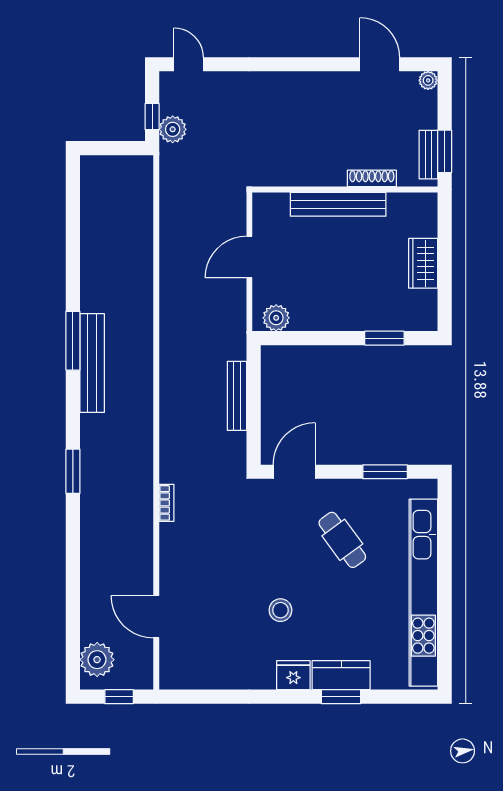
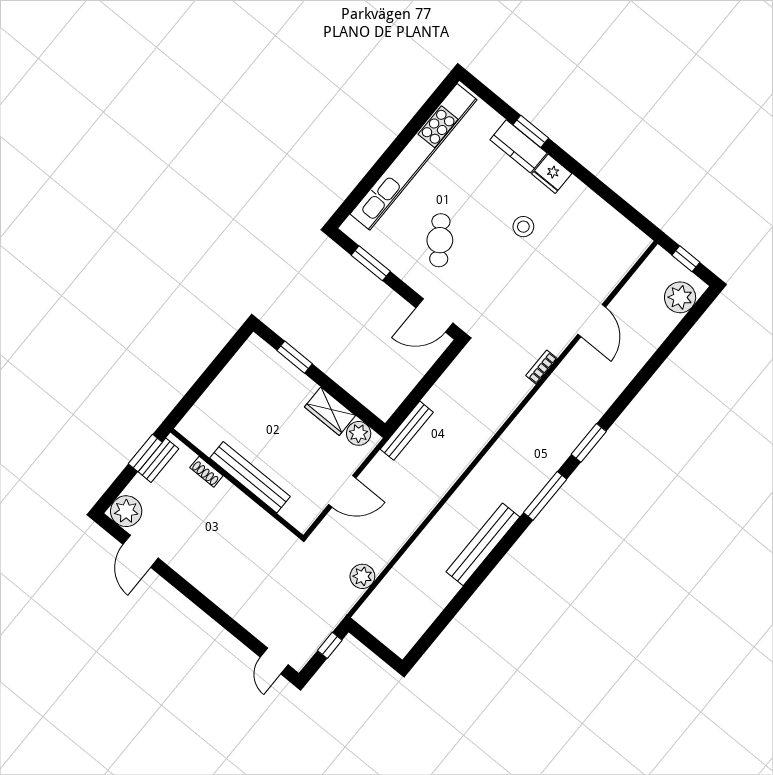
plant: (428, 80) -> (126, 511), width x1.88, depth x1.88
plant: (173, 129) -> (362, 576), moved
shoe rack: (372, 178) -> (206, 472), width x0.70
wardrobe: (423, 263) -> (330, 411), moved, turned 90
window: (73, 341) -> (545, 496), moved
bench: (92, 363) -> (483, 544), moved
bench: (237, 396) -> (407, 431), moved
door: (156, 617) -> (592, 321), moved

